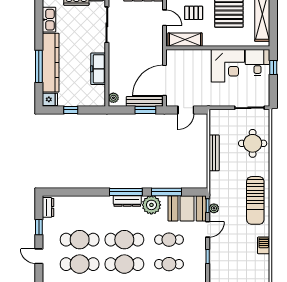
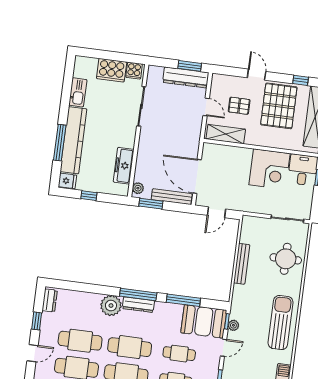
freezer: (98, 69) -> (124, 166), moved
door: (164, 80) -> (197, 176), hinge flipped
window: (145, 110) -> (151, 204), moved
sun lounger: (255, 200) -> (280, 323), turned 180
plant: (151, 205) -> (111, 306), moved
door: (39, 256) -> (32, 353), swing flipped

